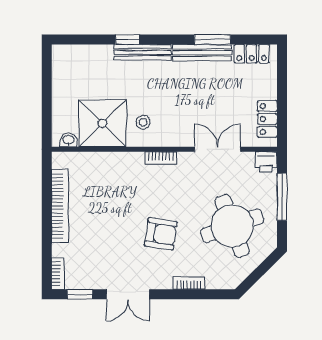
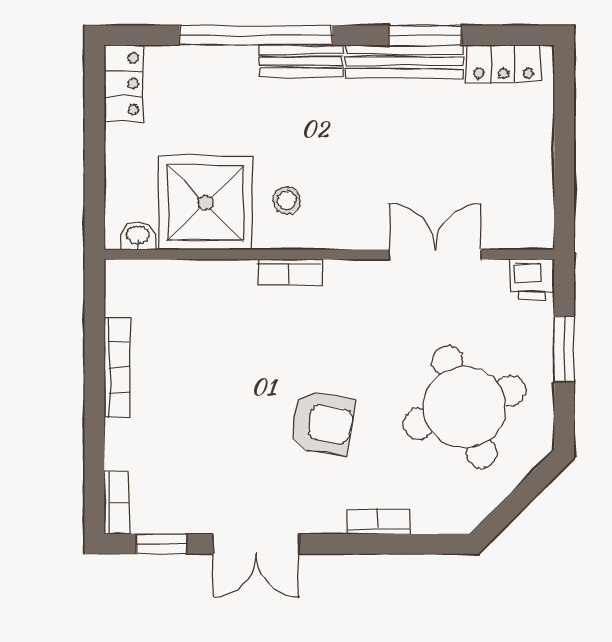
window: (128, 39) -> (256, 35), width x3.17
bench: (143, 52) -> (301, 61), width x0.73
locker: (267, 119) -> (124, 84), moved, turned 180
bookcase: (161, 158) -> (290, 272), moved
window: (282, 197) -> (564, 349), width x0.69
bookcase: (60, 206) -> (117, 368), width x0.68, depth x0.76

